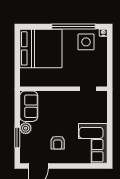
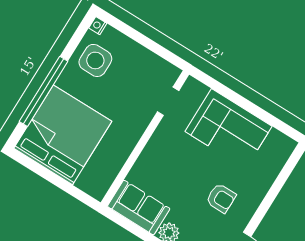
window: (73, 26) -> (44, 91), moved
corner sofa: (93, 143) -> (228, 129), moved

